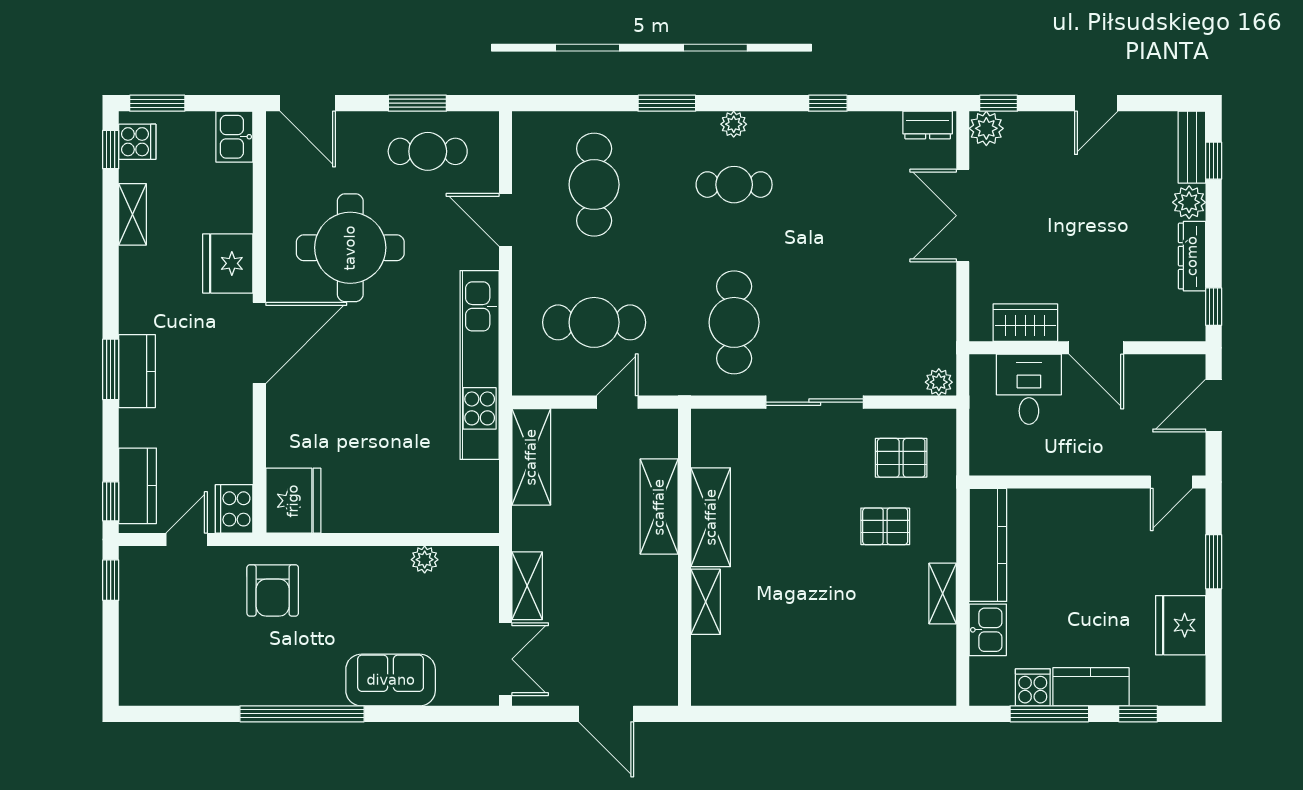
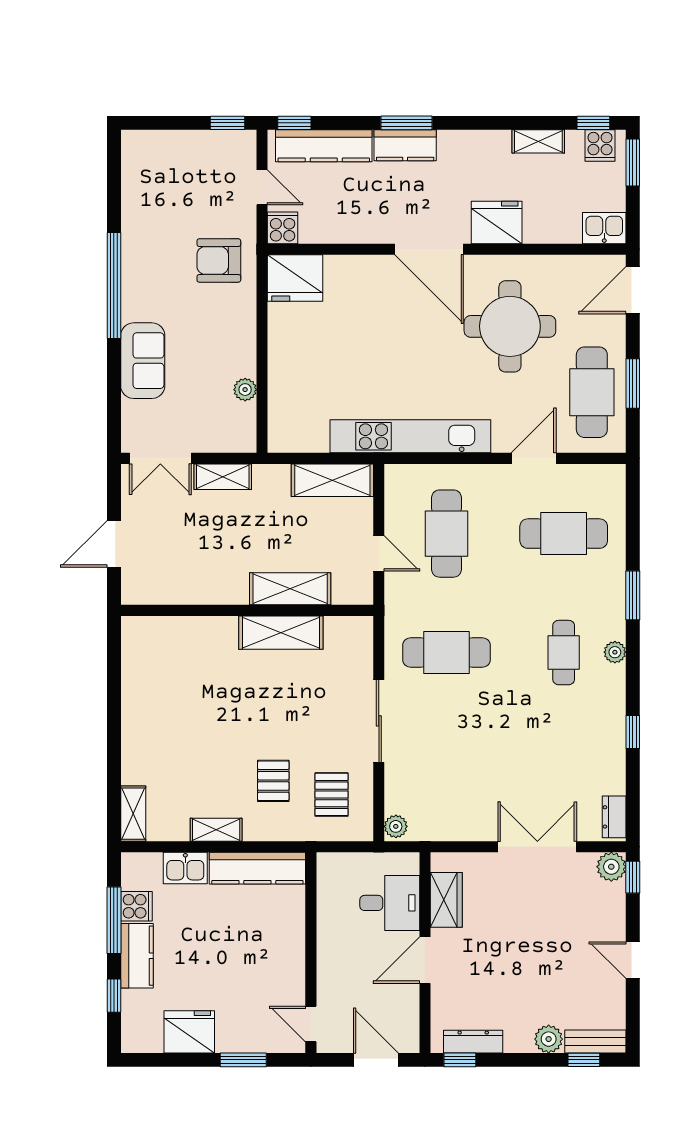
cafe table: (428, 151) -> (592, 392), width x1.37, depth x1.35
dresser: (1192, 256) -> (473, 1042), moved
kitchen counter: (138, 486) -> (324, 146), width x1.50
cooker: (234, 509) -> (283, 228), width x0.73
shelving: (706, 602) -> (133, 814), moved, turned 90

